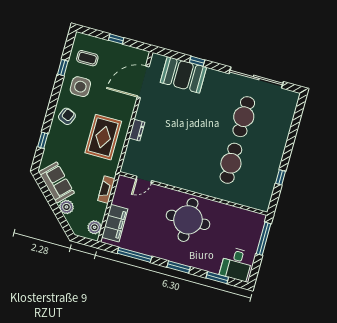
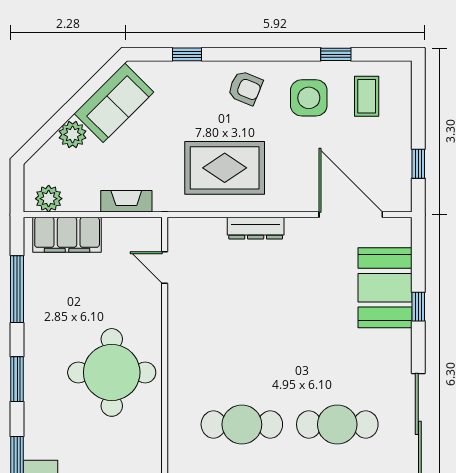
window: (116, 39) -> (418, 164), moved
dresser: (137, 130) -> (256, 228), width x1.44

